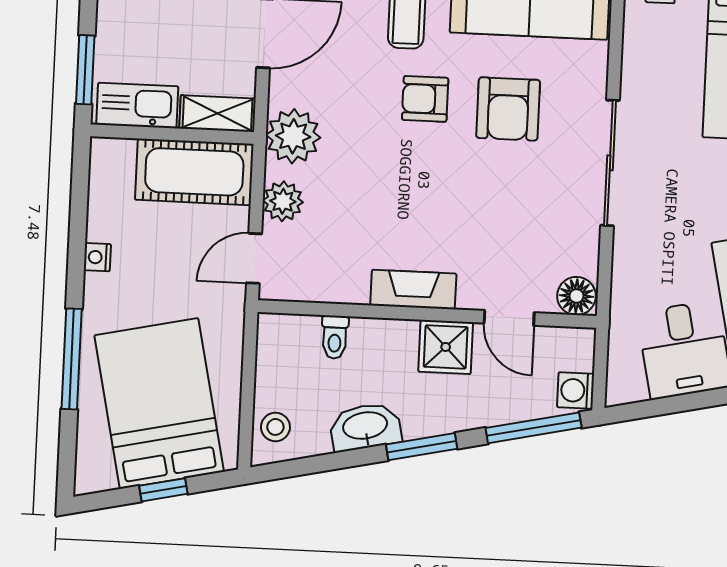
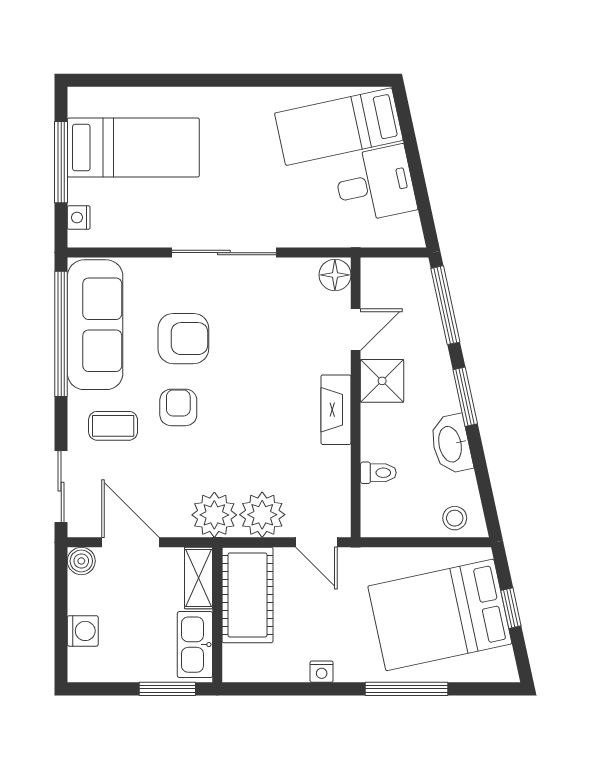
armchair: (425, 99) -> (178, 407), turned 180
plant: (283, 201) -> (262, 515), width x1.36, depth x1.36
washing machine: (576, 390) -> (413, 272), removed

